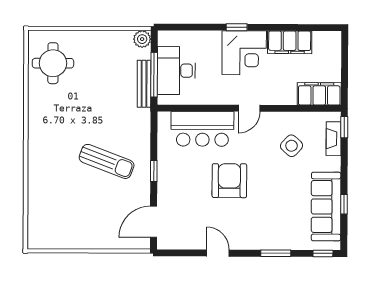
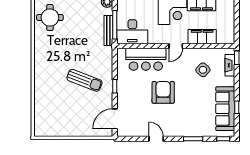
desk: (176, 71) -> (132, 32), moved, turned -90
filing cabinet: (319, 94) -> (202, 37), moved

